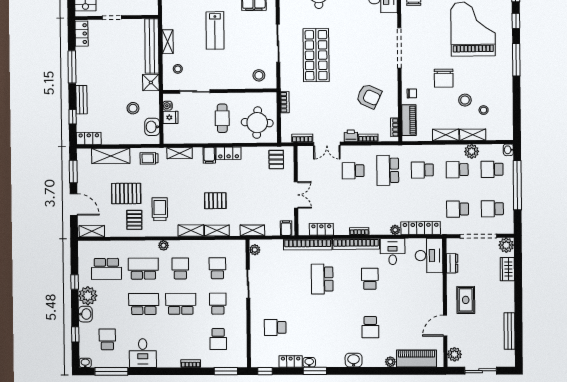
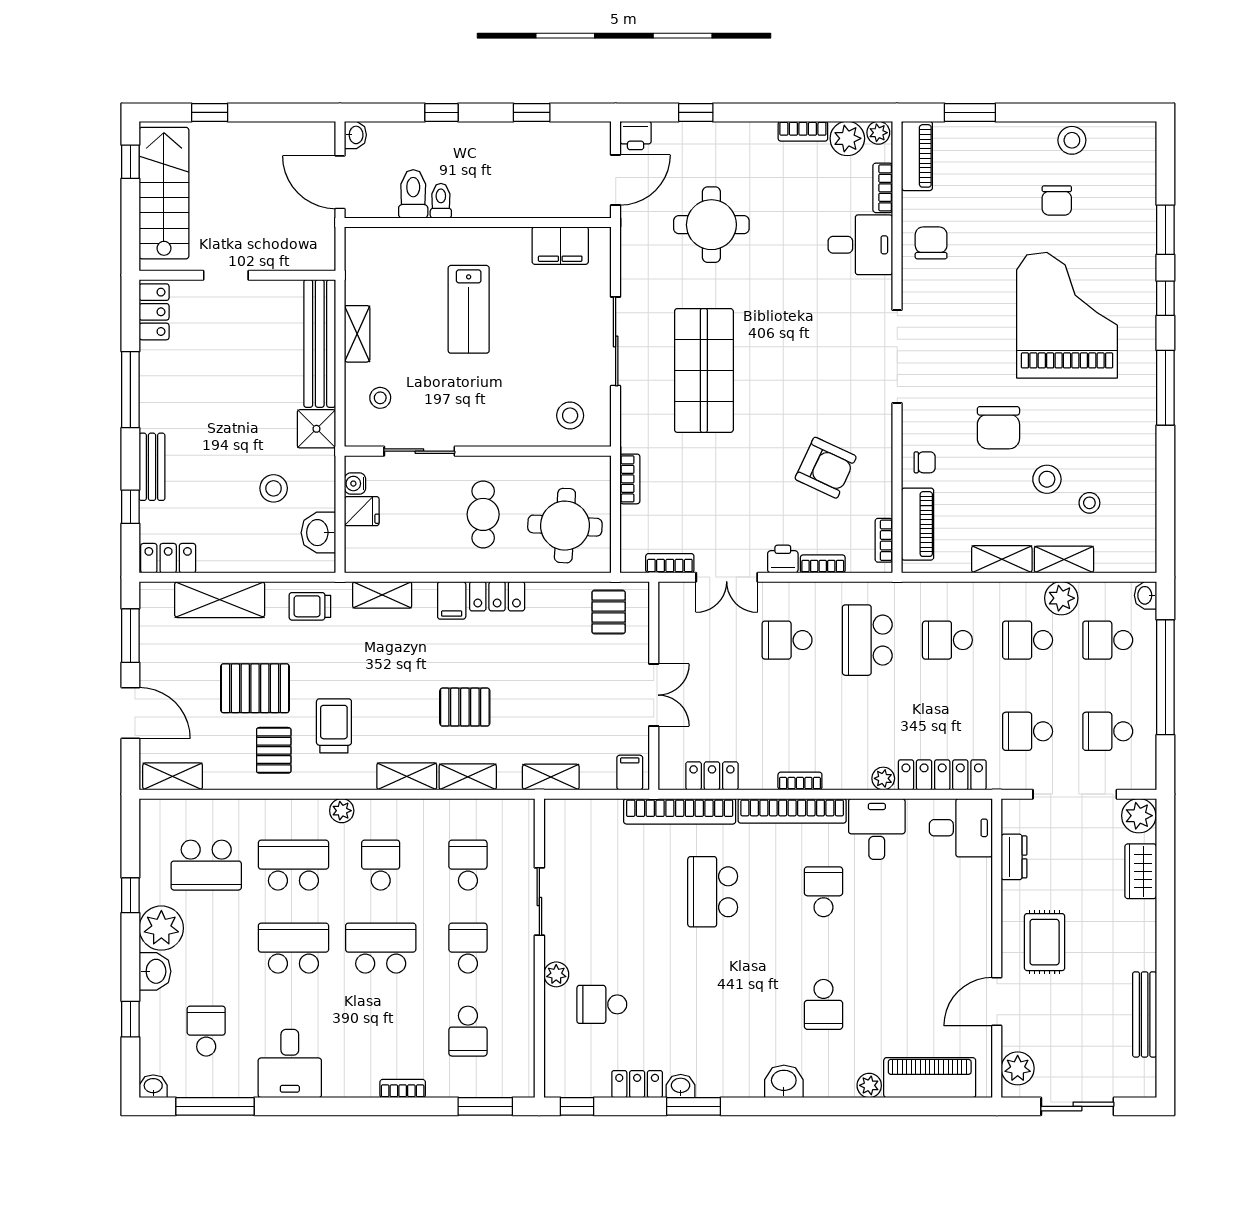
plant: (255, 250) -> (556, 974), moved
desk: (429, 256) -> (961, 828), width x0.73

